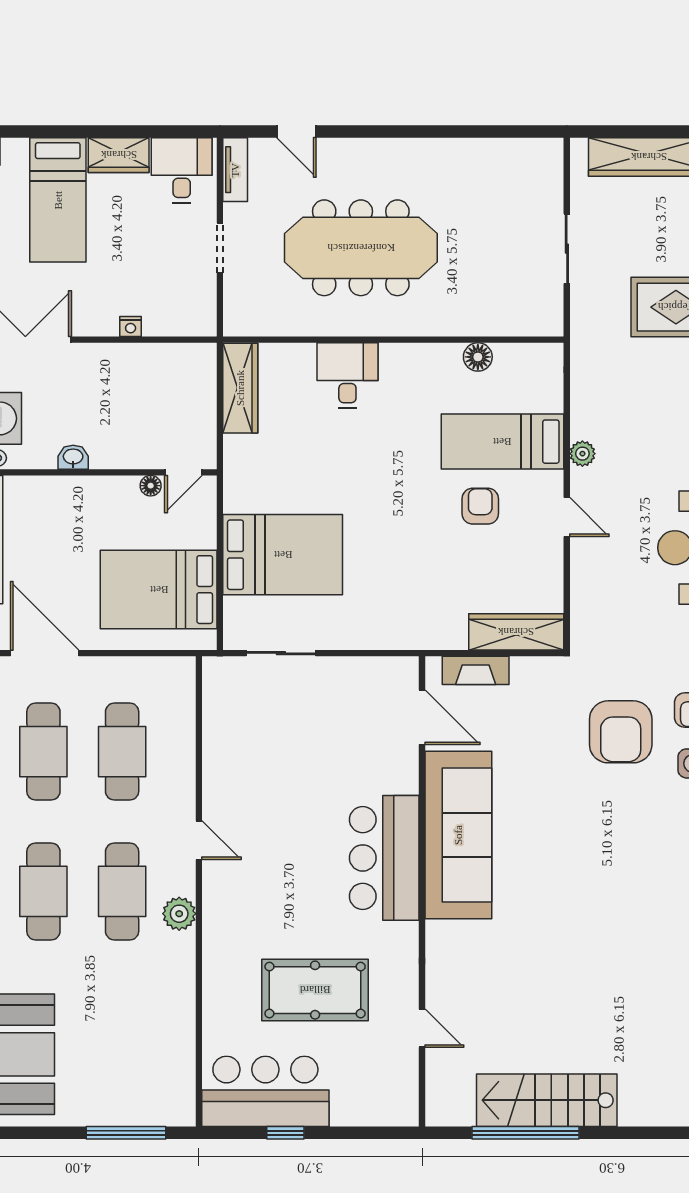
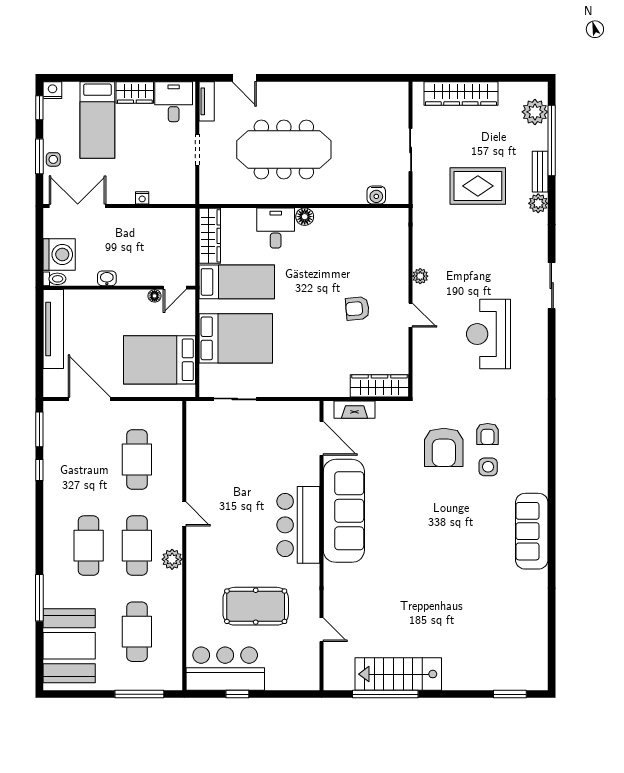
water cooler: (511, 322) -> (376, 195), added
floor lamp: (478, 357) -> (305, 217), moved
bed: (502, 442) -> (237, 282), moved, turned 180
armchair: (480, 506) -> (357, 308), turned -95
cafe table: (43, 752) -> (137, 632), moved

